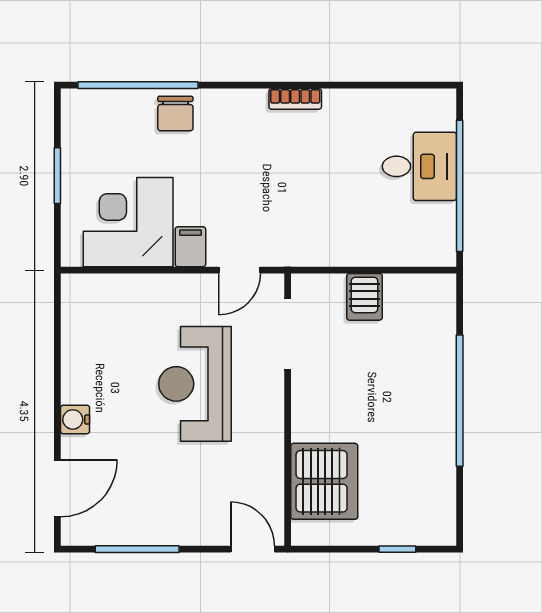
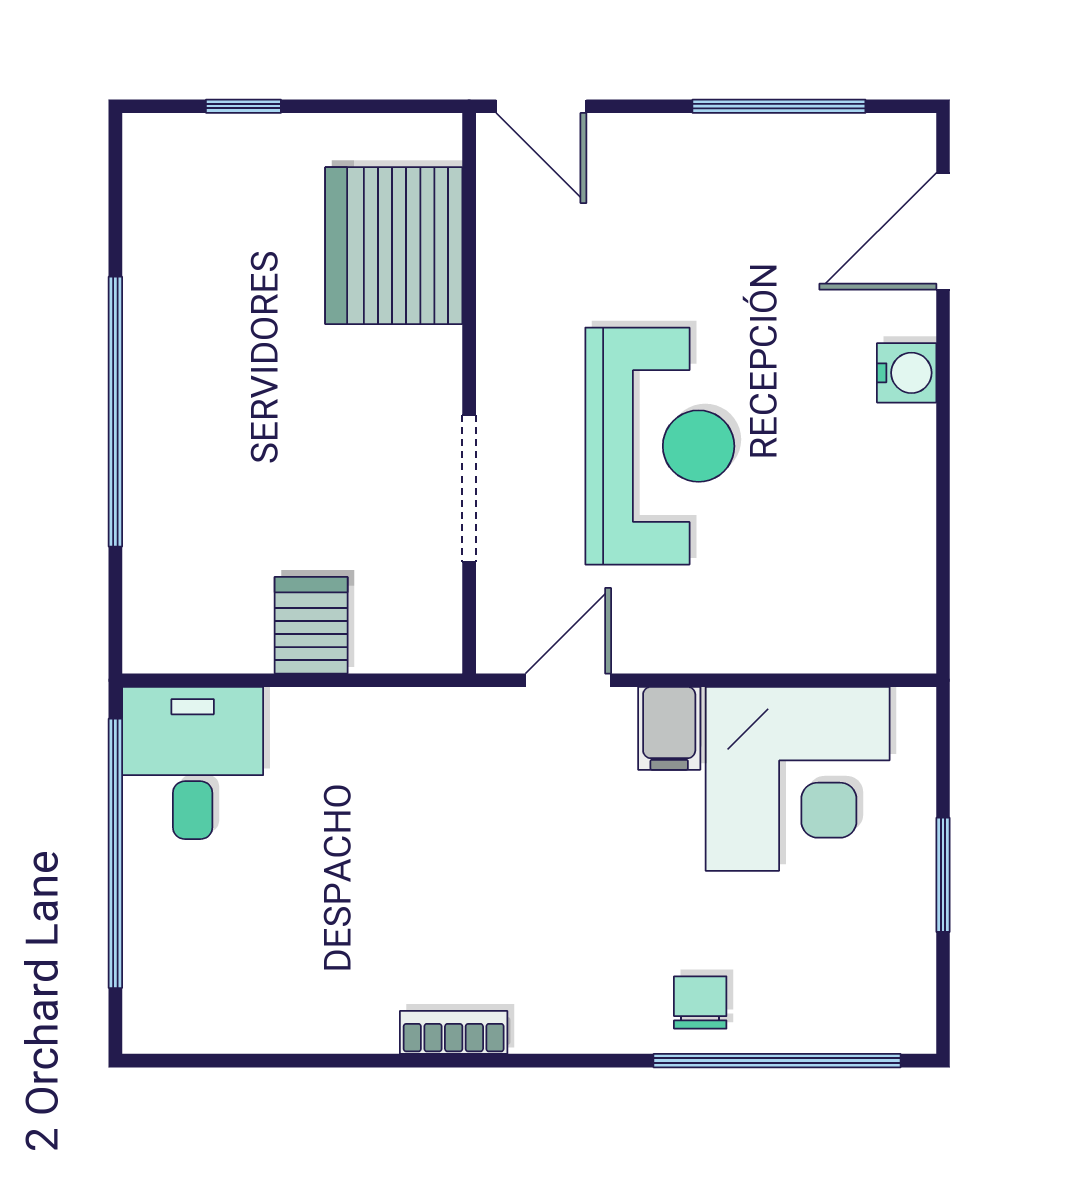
chair: (175, 113) -> (700, 1003), width x0.73, depth x0.73
desk: (419, 166) -> (193, 763), moved, turned 90
doorway: (288, 334) -> (469, 489), moved

